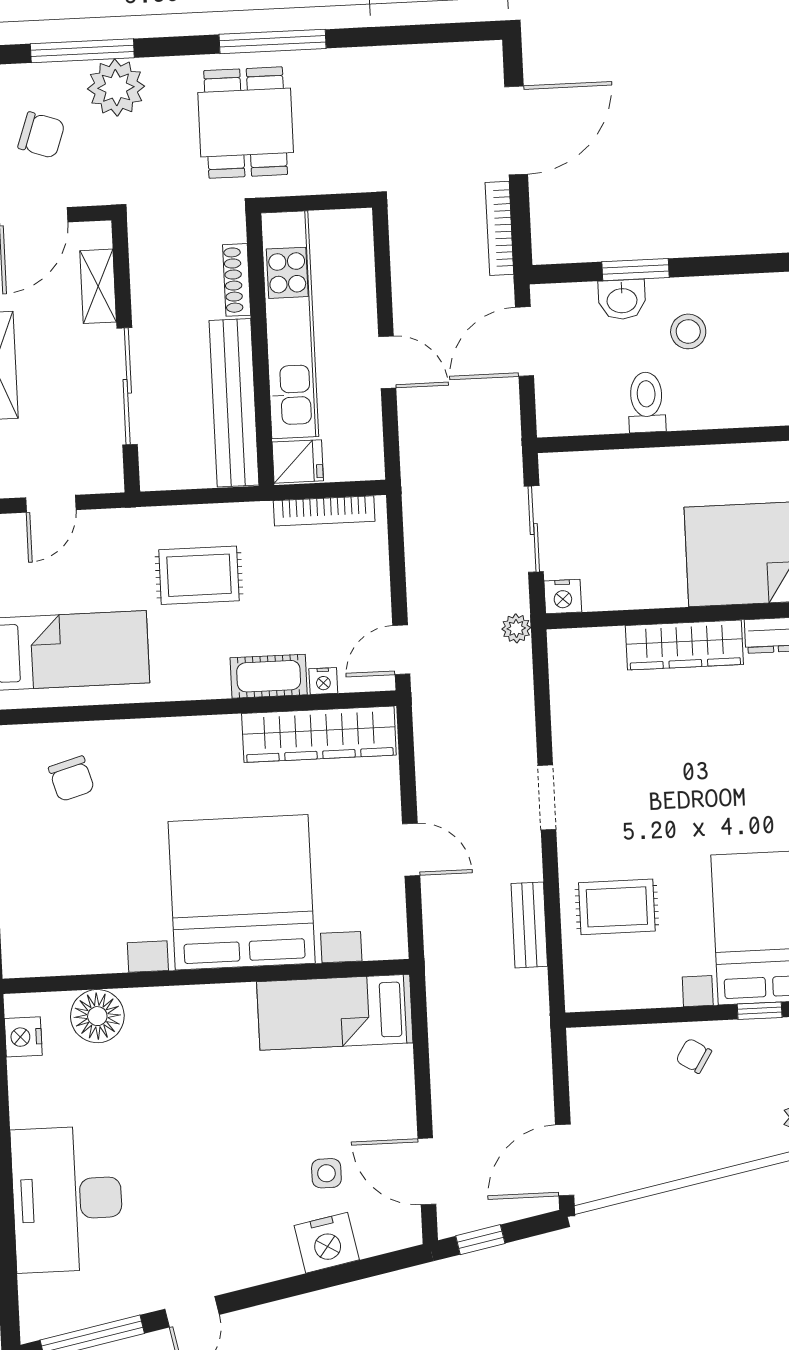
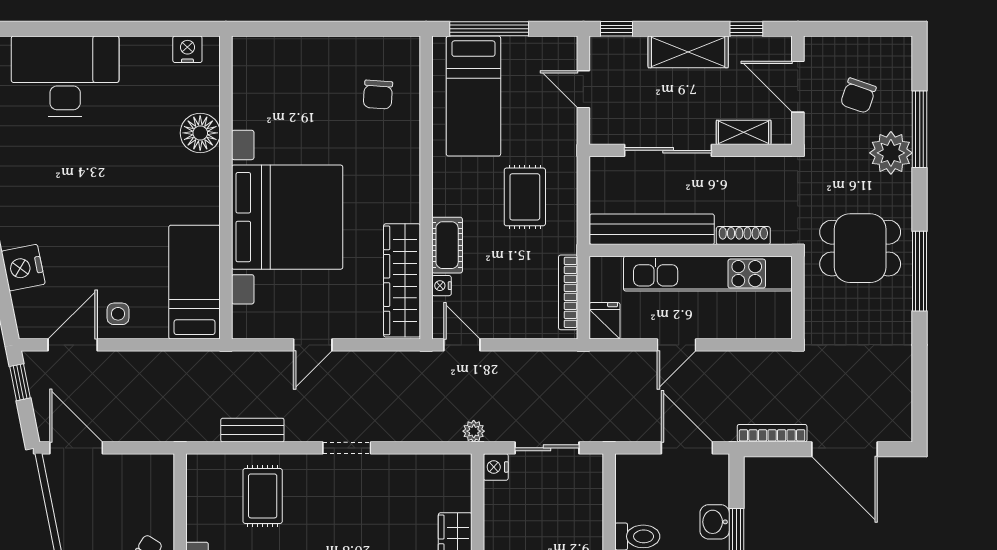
fridge: (298, 461) -> (605, 321), moved, turned 180
chair: (71, 779) -> (378, 95), turned -70
floor lamp: (97, 1016) -> (200, 133), moved
side table: (326, 1173) -> (118, 314), moved

